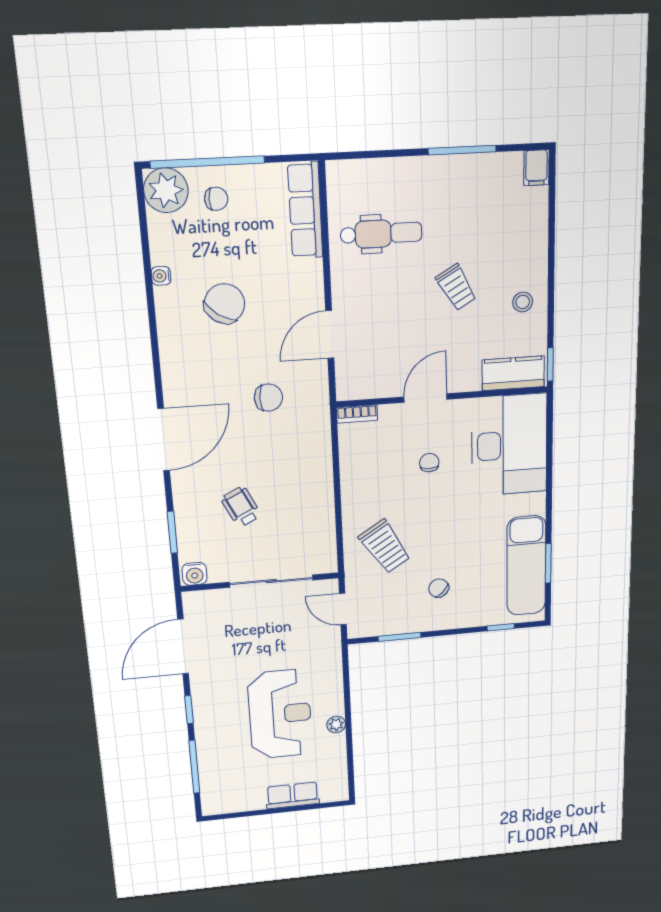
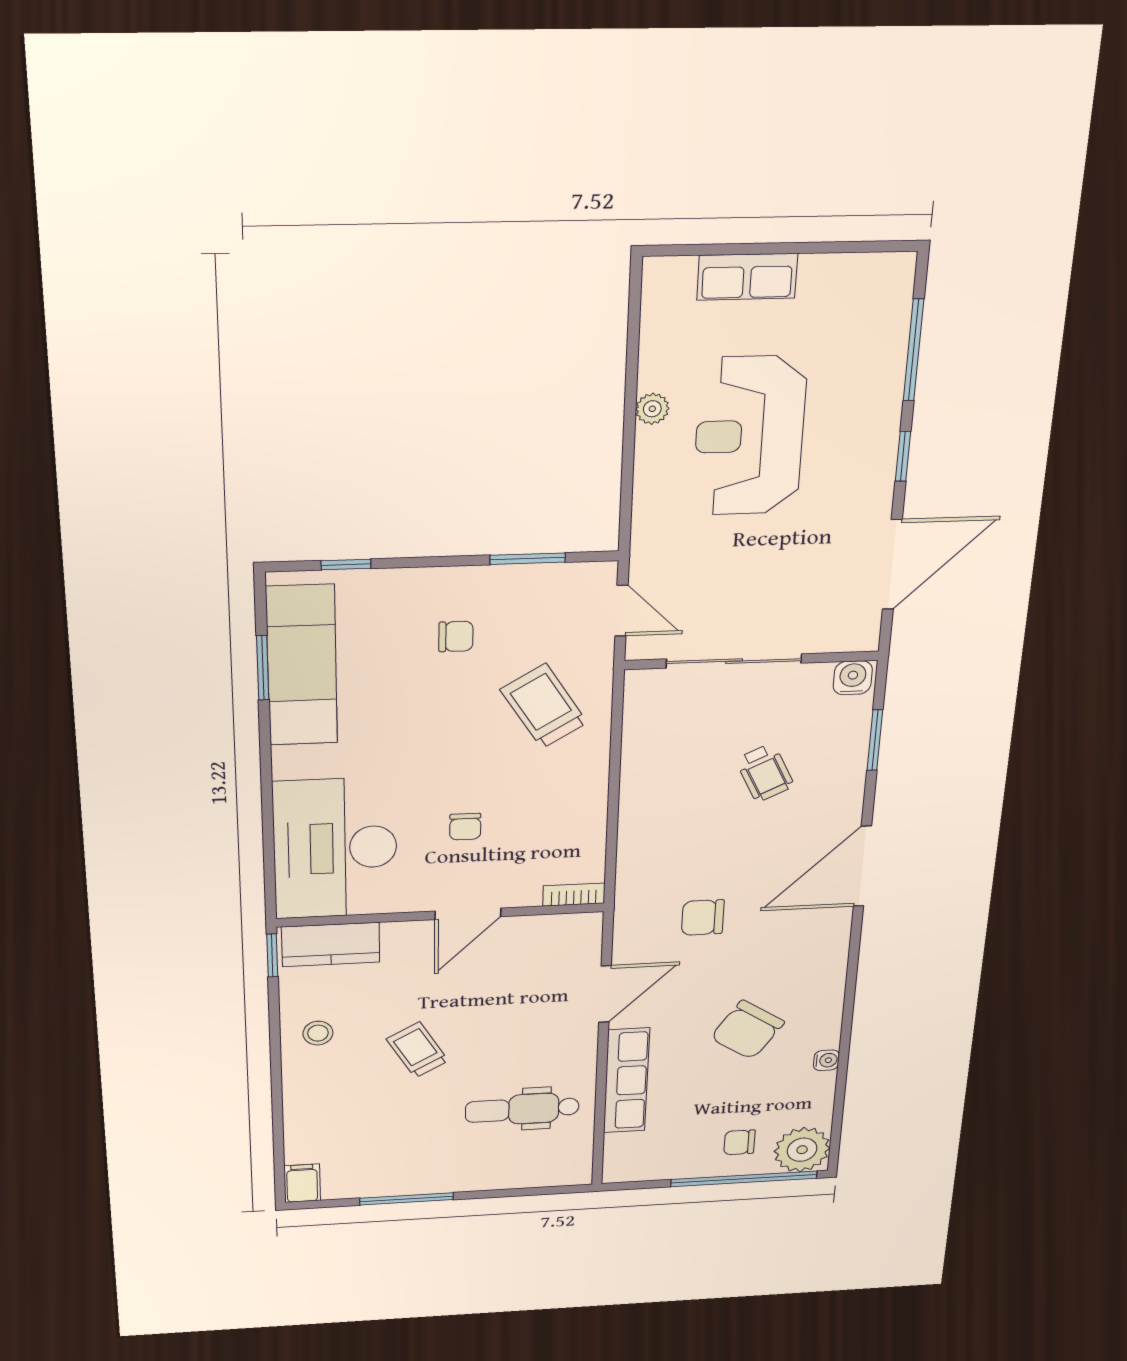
row of seats: (305, 210) -> (626, 1081), moved
chair: (439, 588) -> (456, 636), turned -44

